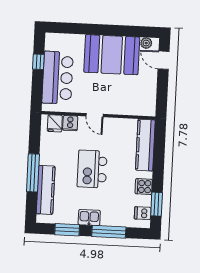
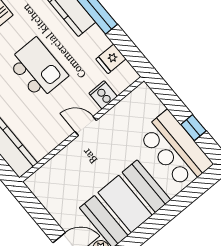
bar counter: (58, 78) -> (175, 149), moved
fridge: (55, 123) -> (111, 59), moved, turned -90

